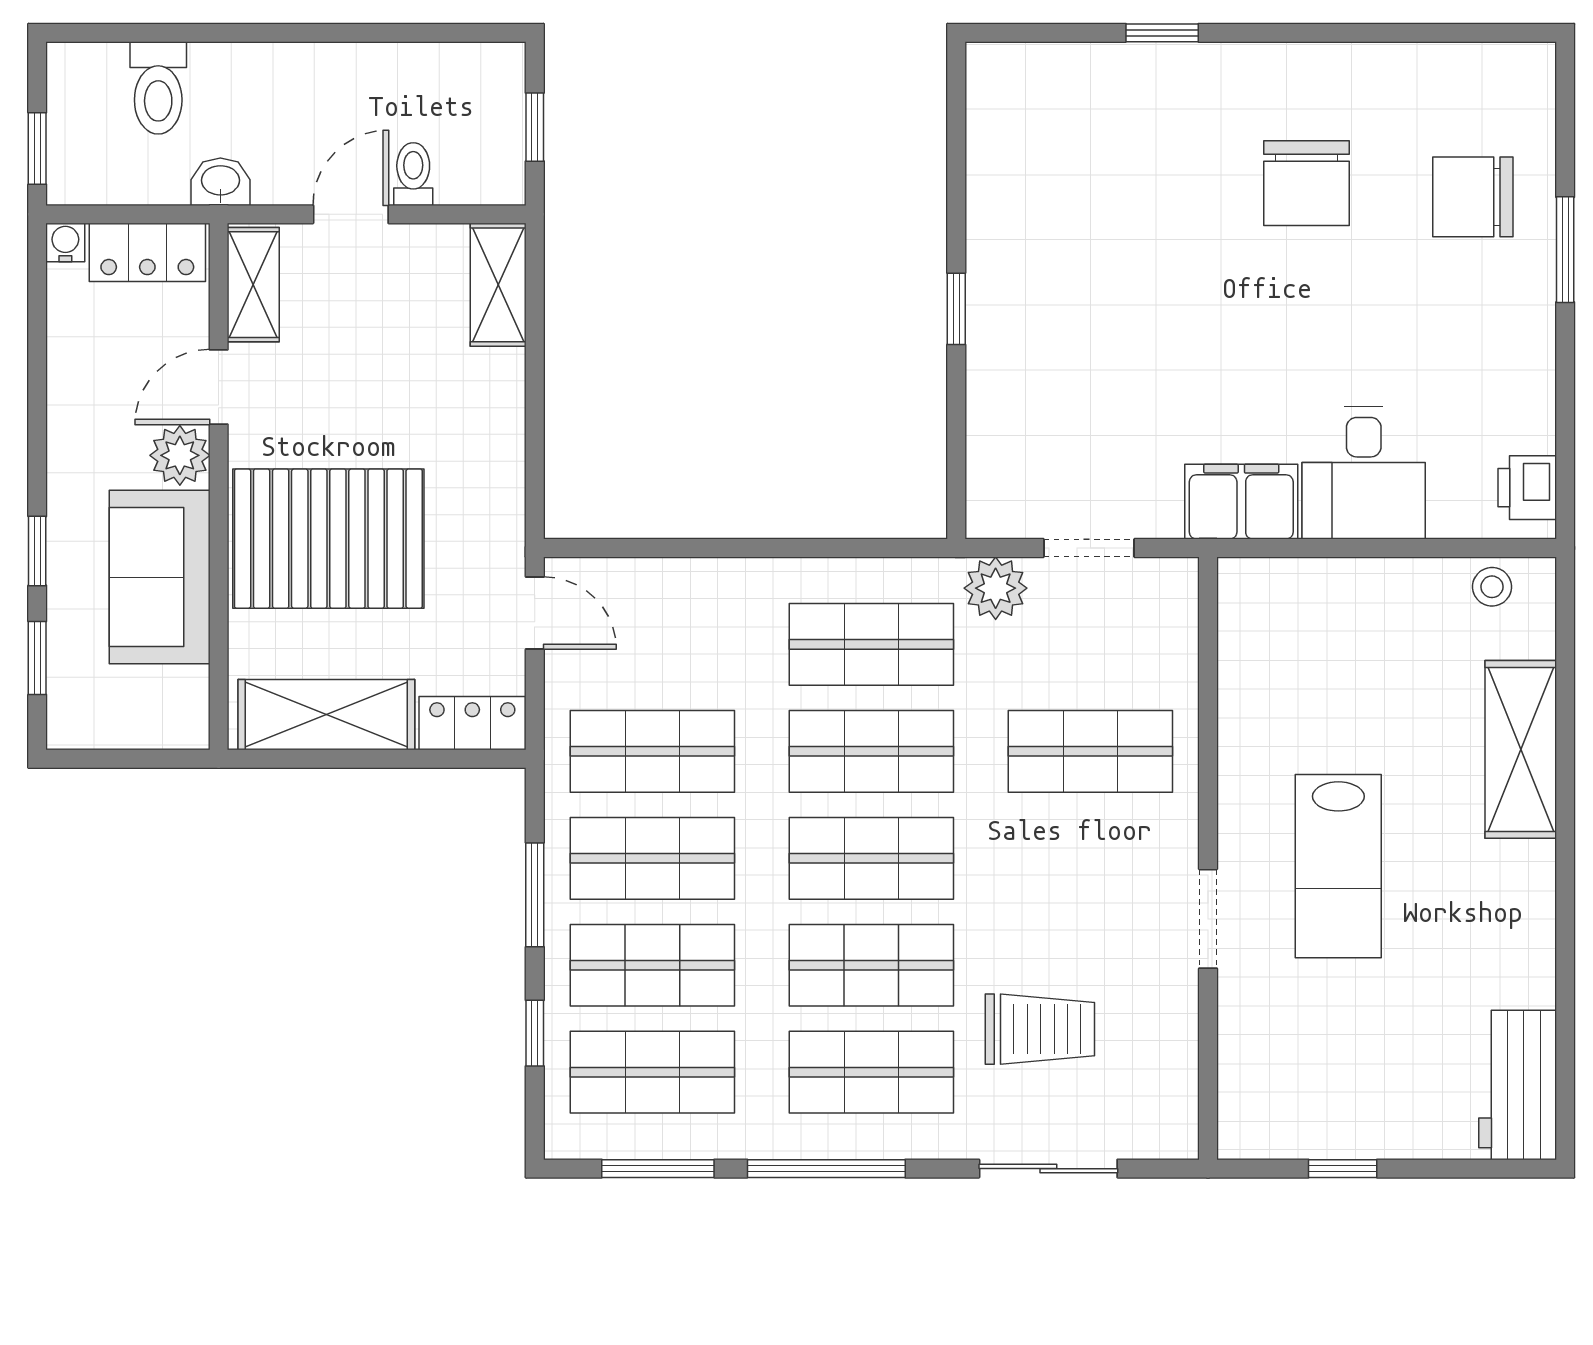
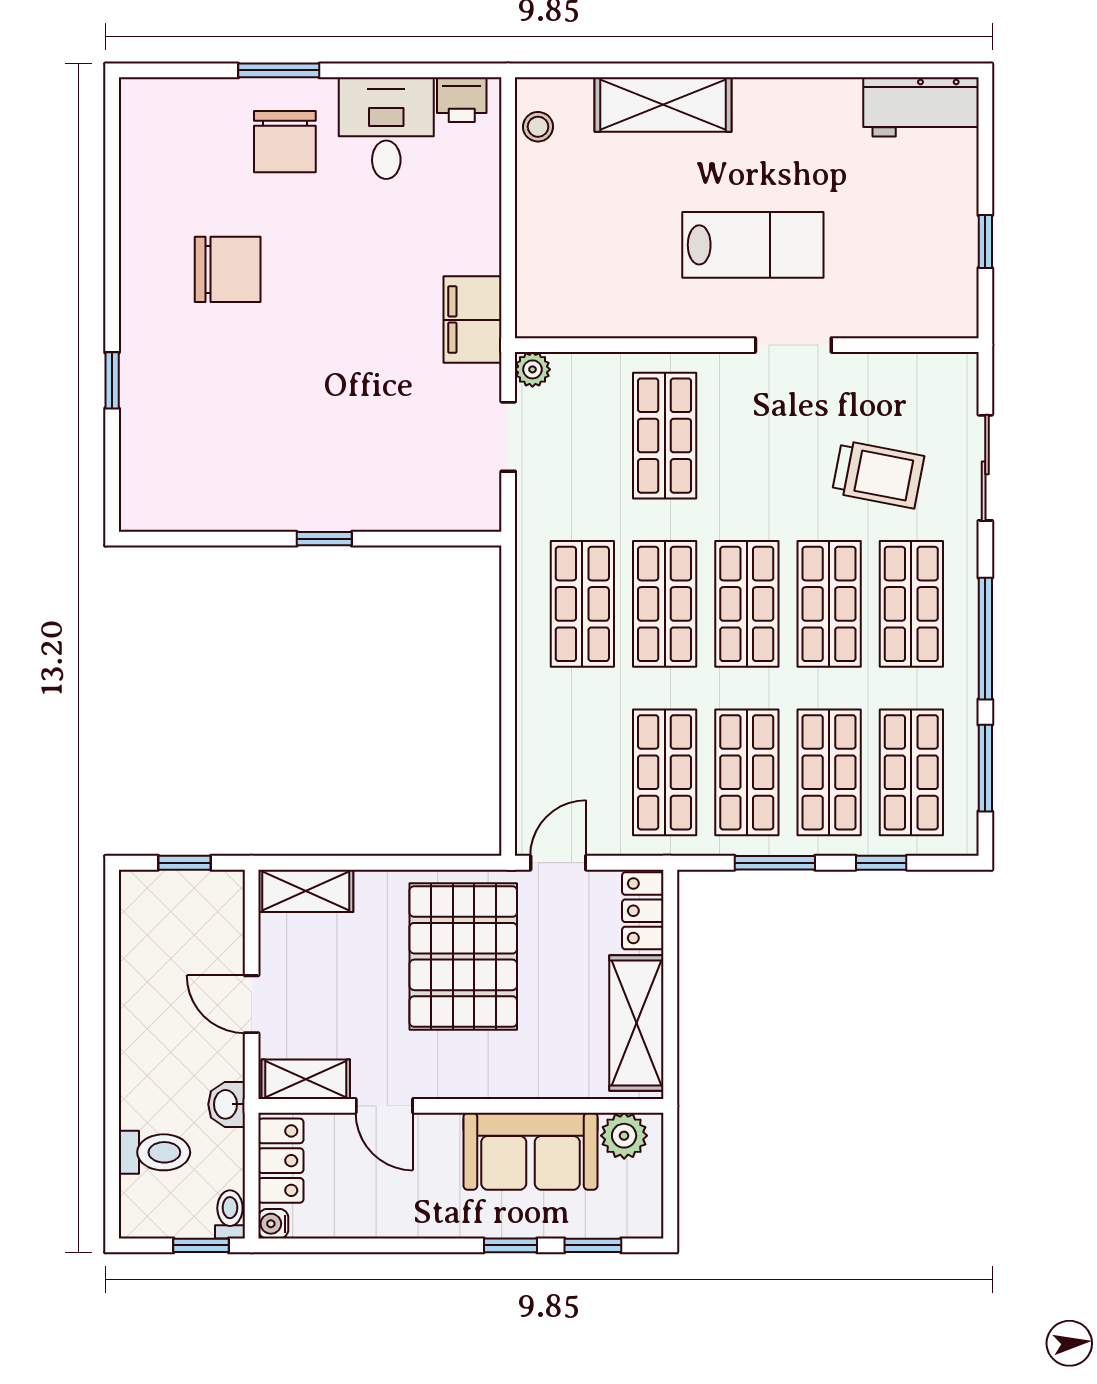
toilet: (413, 174) -> (230, 1214), moved, turned 90
chair: (1473, 197) -> (285, 142), moved
plant: (180, 455) -> (624, 1136), moved
desk: (1364, 473) -> (386, 128), moved, turned -90
pallet: (328, 539) -> (463, 957), moved
plant: (996, 588) -> (532, 369), moved, width x0.73, depth x0.73
trolley: (1040, 1029) -> (878, 474), turned 101

